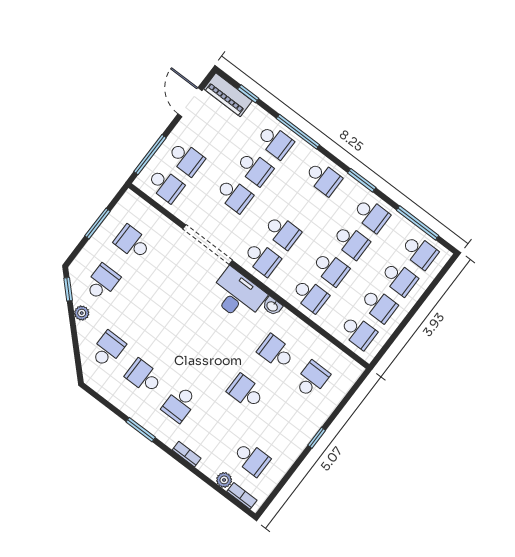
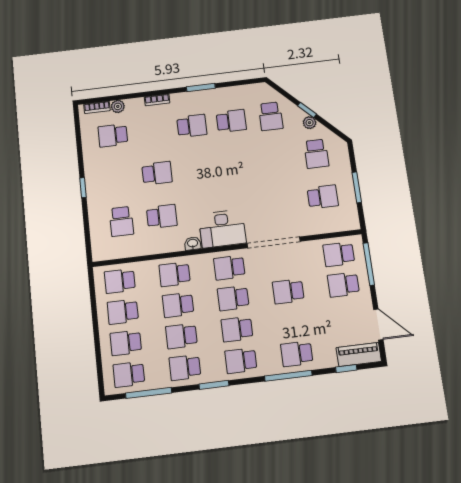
school desk: (255, 168) -> (237, 329), moved
window: (68, 289) -> (307, 110), moved
school desk: (180, 404) -> (192, 126), turned 90

